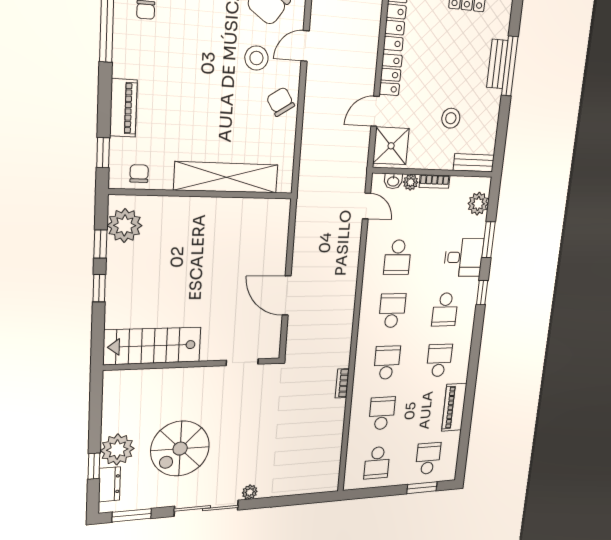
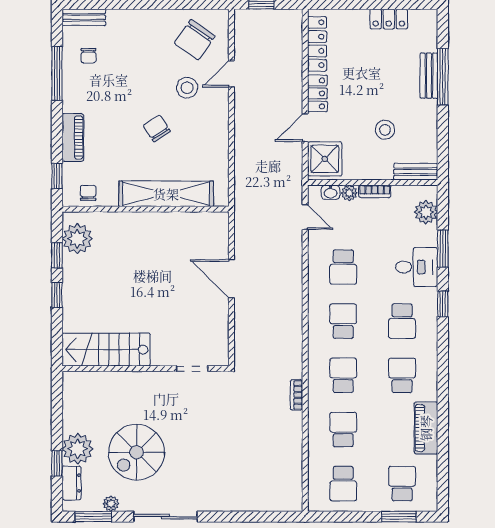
chair: (281, 102) -> (157, 128), moved
door: (287, 296) -> (231, 279), moved
plant: (250, 492) -> (111, 504), moved

